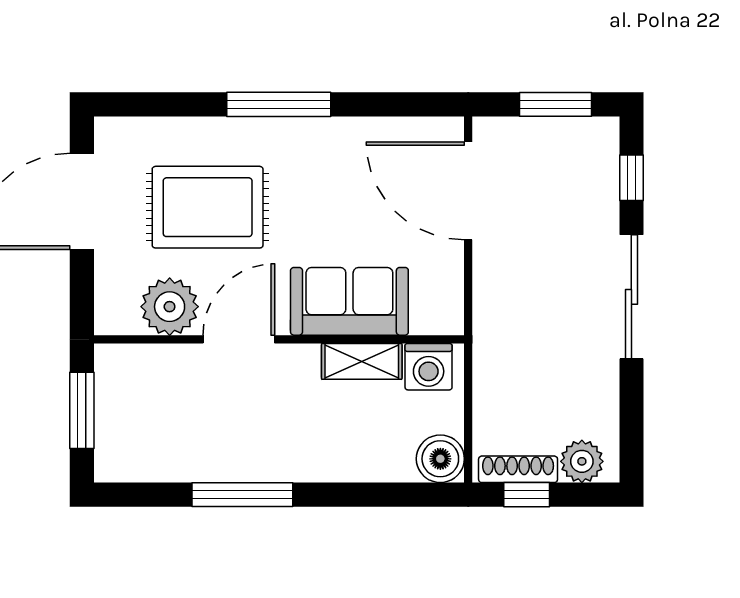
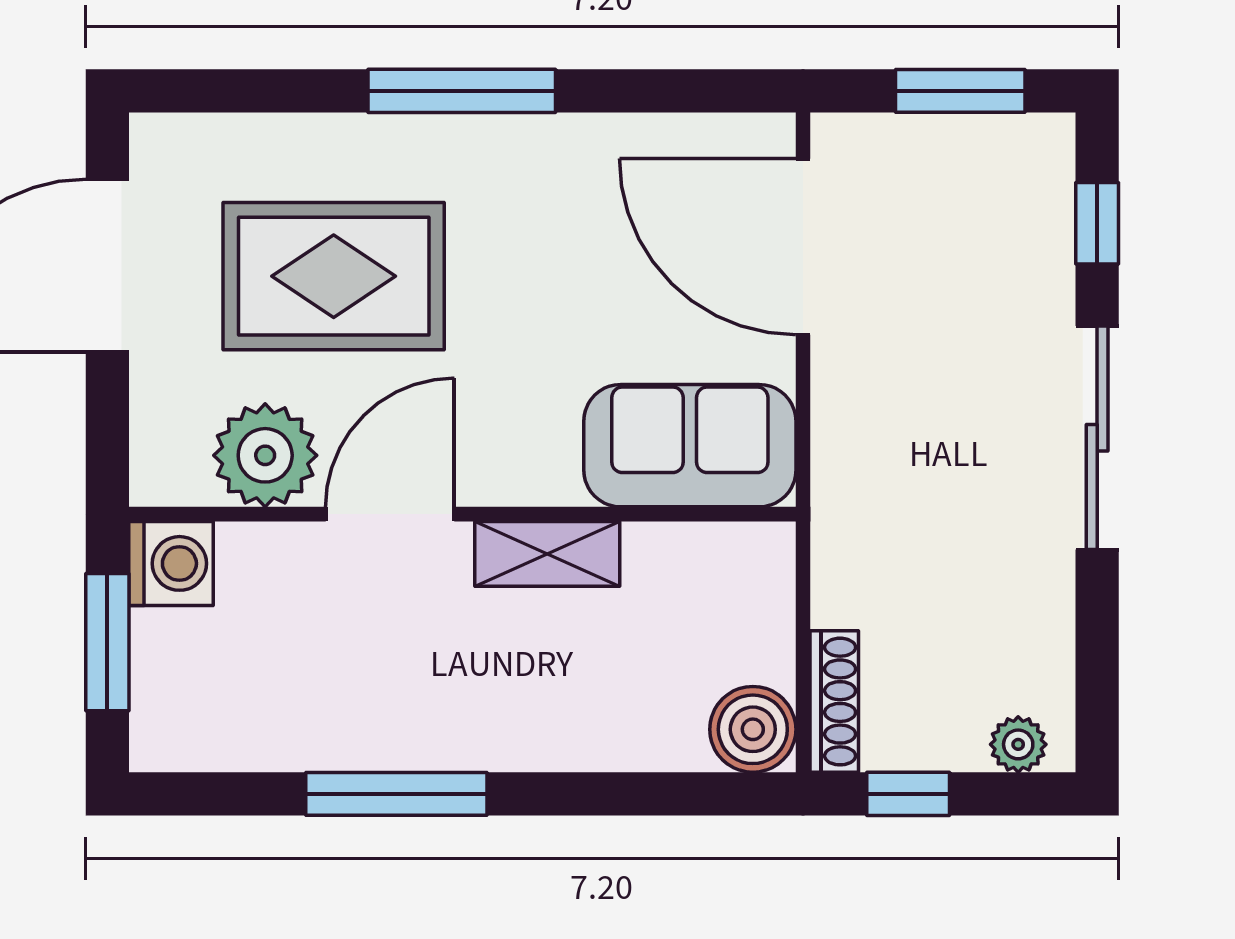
sofa: (349, 301) -> (690, 446), moved
shelving: (362, 361) -> (547, 554), moved
washing machine: (429, 367) -> (171, 563), moved, turned -90
plant: (582, 461) -> (1018, 744), width x0.73, depth x0.73
shoe rack: (518, 469) -> (834, 702), moved, turned 90

